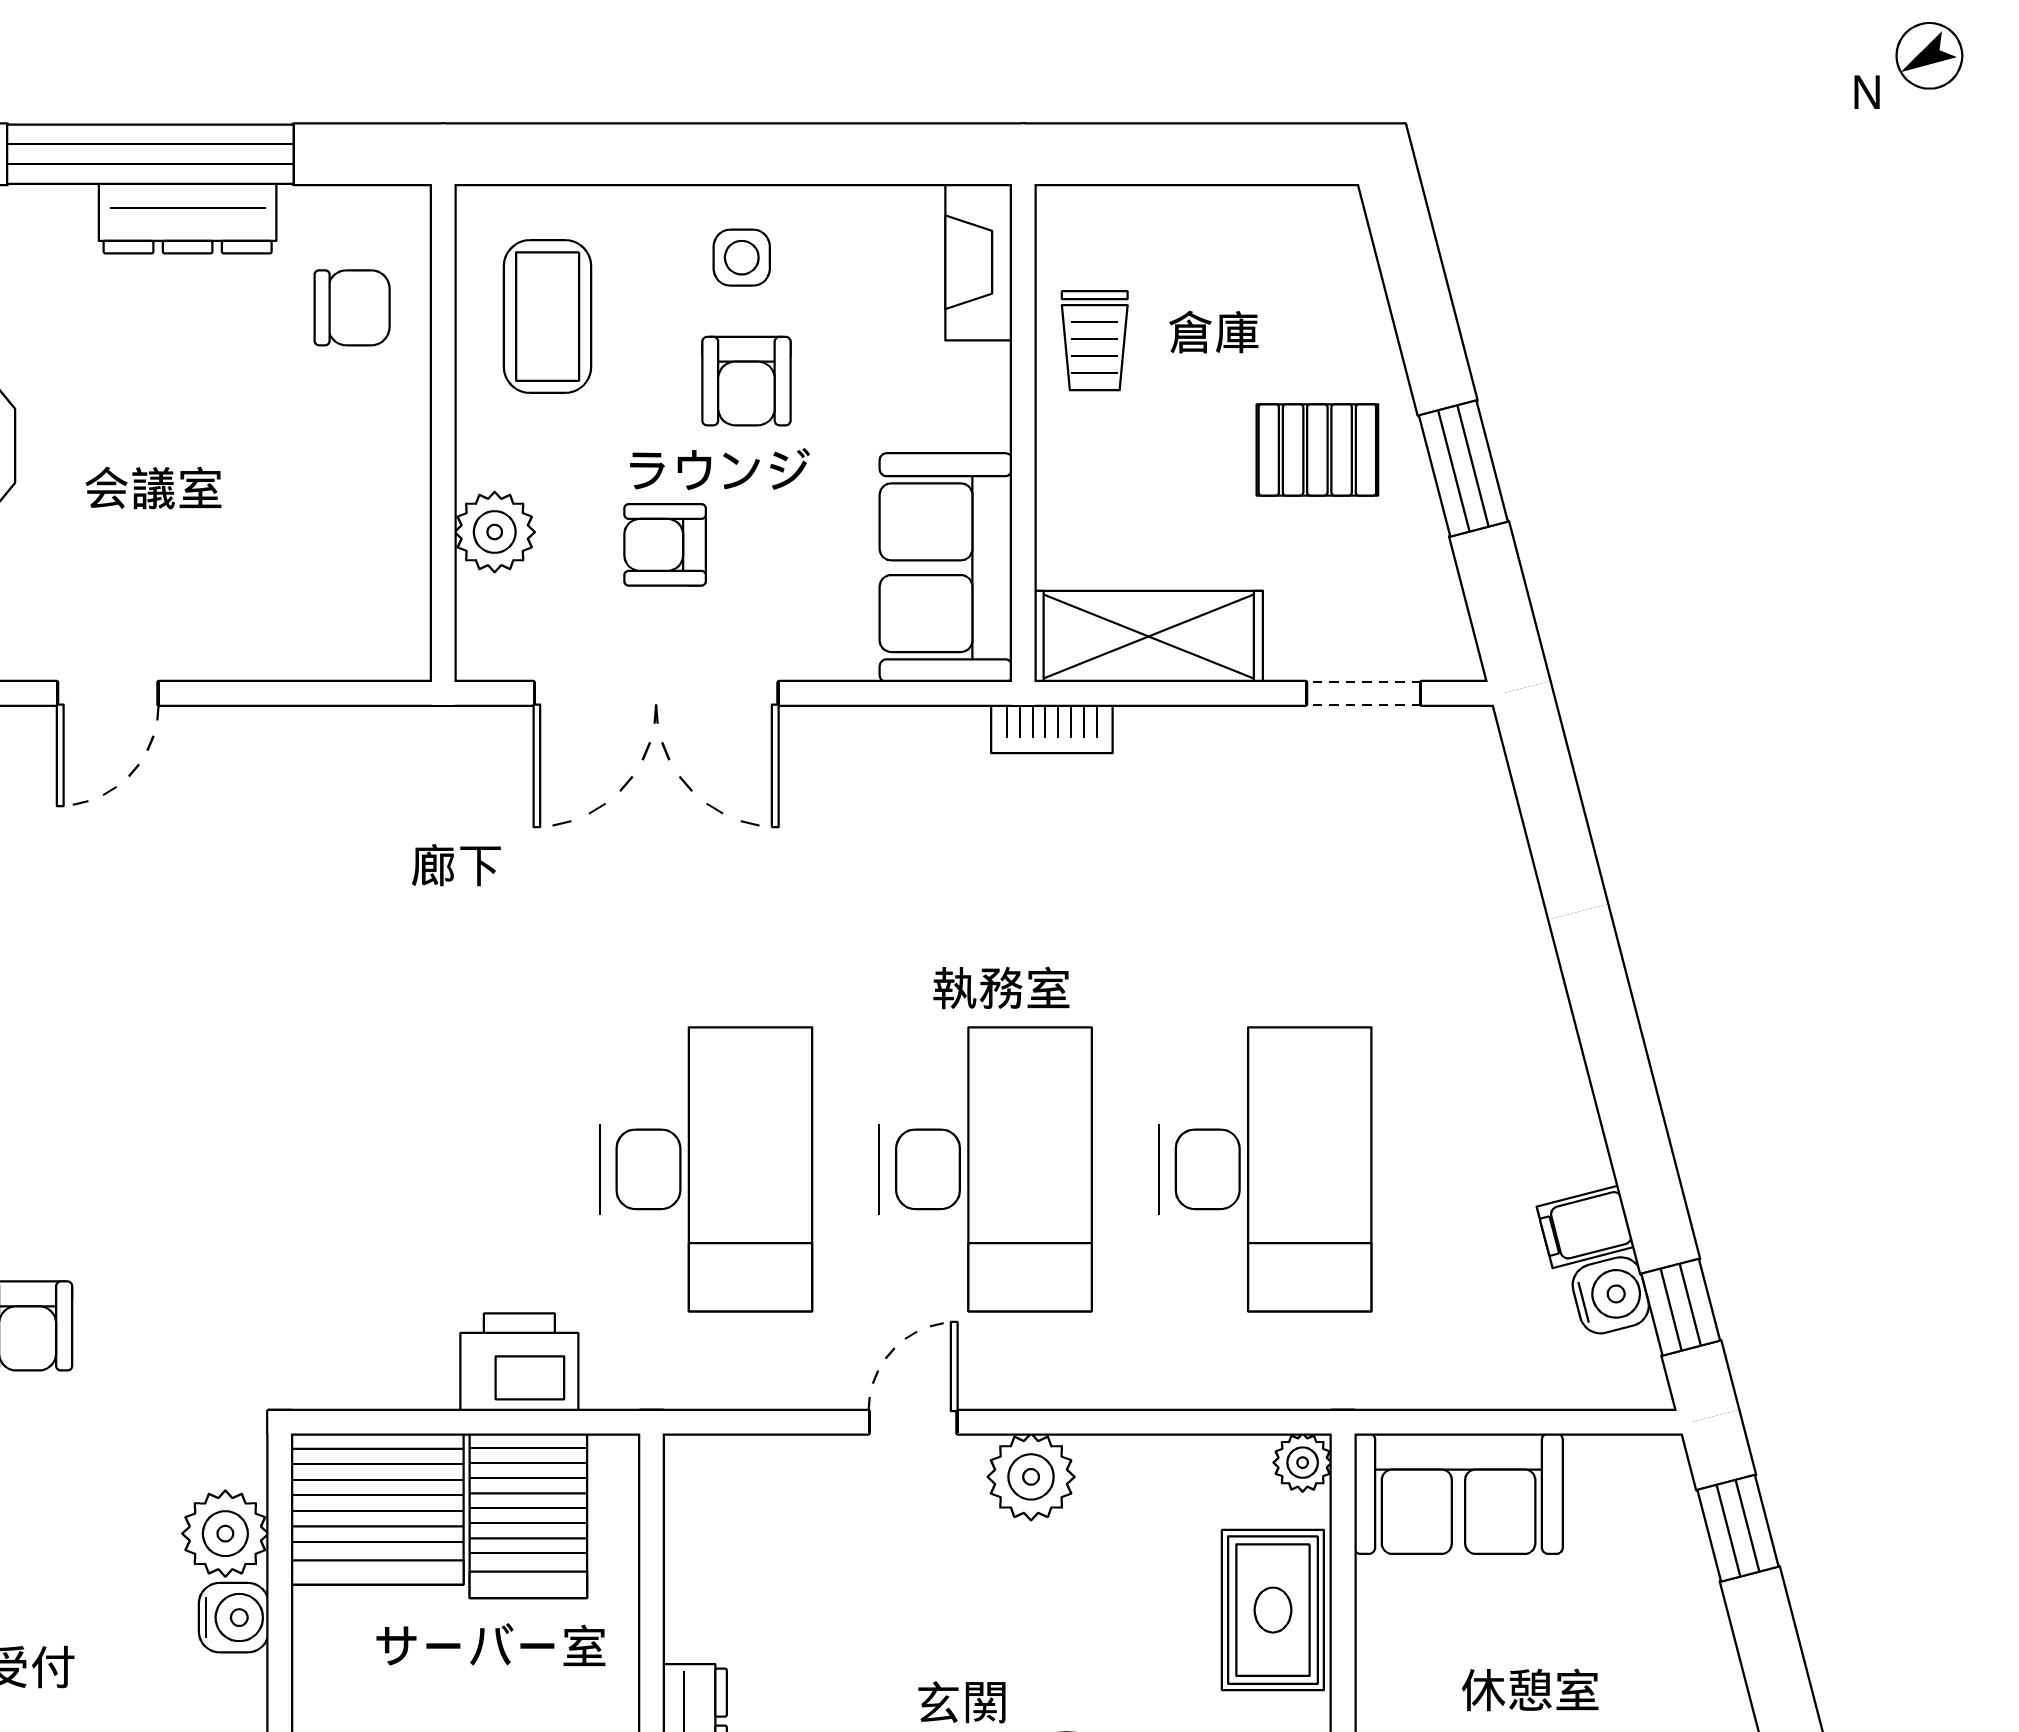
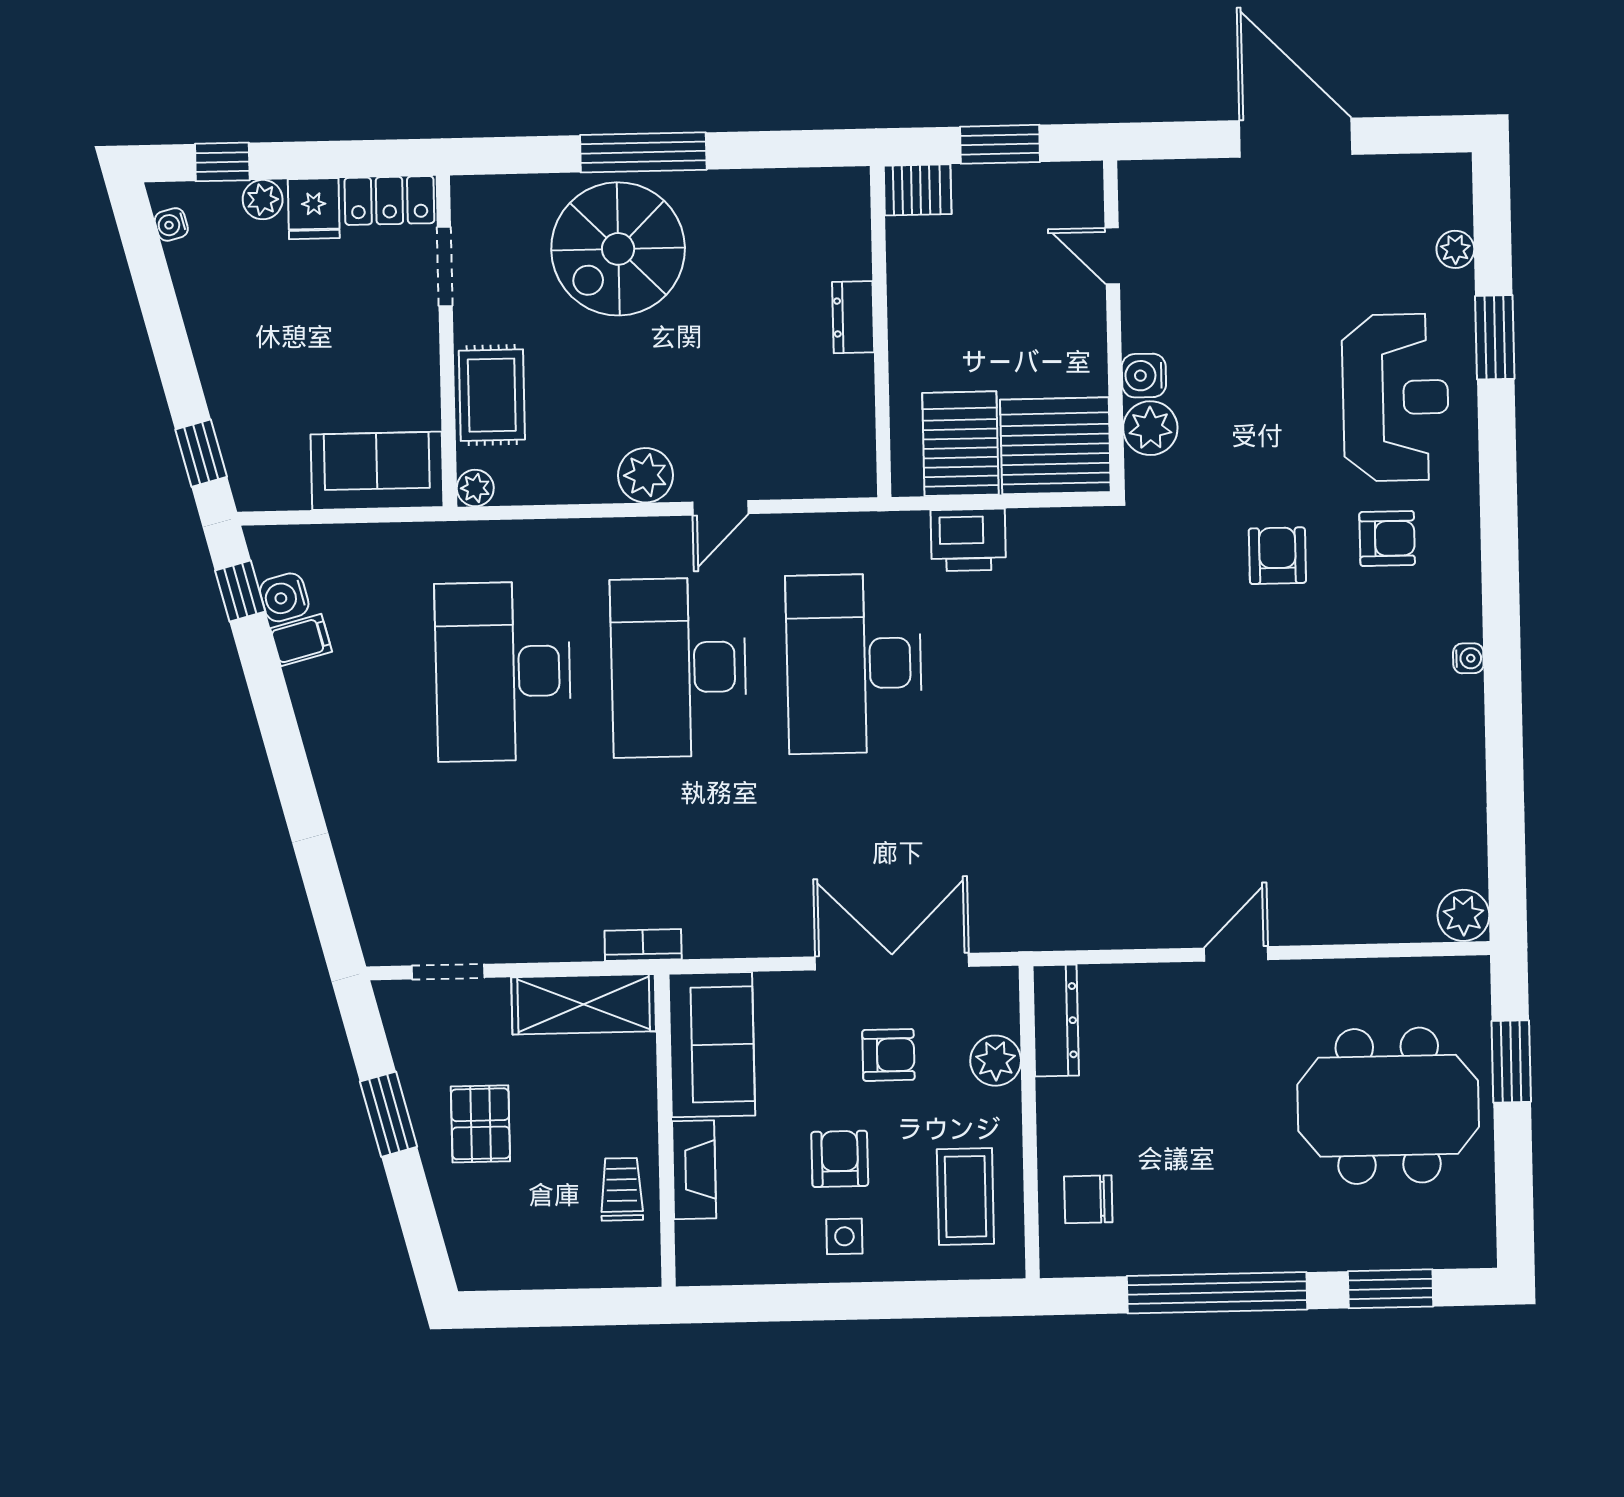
dresser: (188, 219) -> (1056, 1021), moved, turned 90
fireplace: (979, 262) -> (694, 1170), moved
pallet: (1317, 450) -> (480, 1124), turned 90

